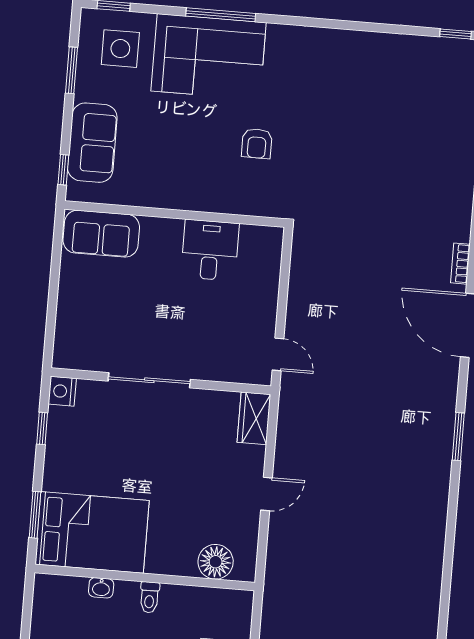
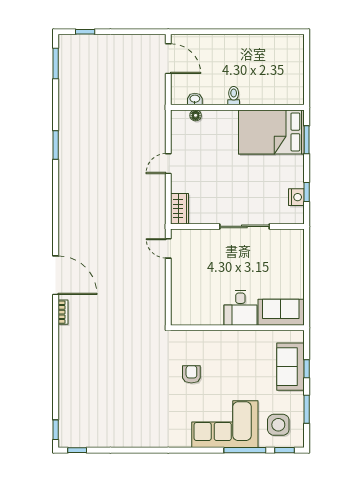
window: (221, 15) -> (245, 450), moved
window: (63, 170) -> (307, 369), moved
desk: (210, 250) -> (240, 308), moved
nightstand: (62, 391) -> (296, 197), moved
window: (458, 437) -> (56, 145), moved
floor lamp: (216, 562) -> (196, 115), width x0.53, depth x0.53
washbasin: (101, 588) -> (195, 99), moved

